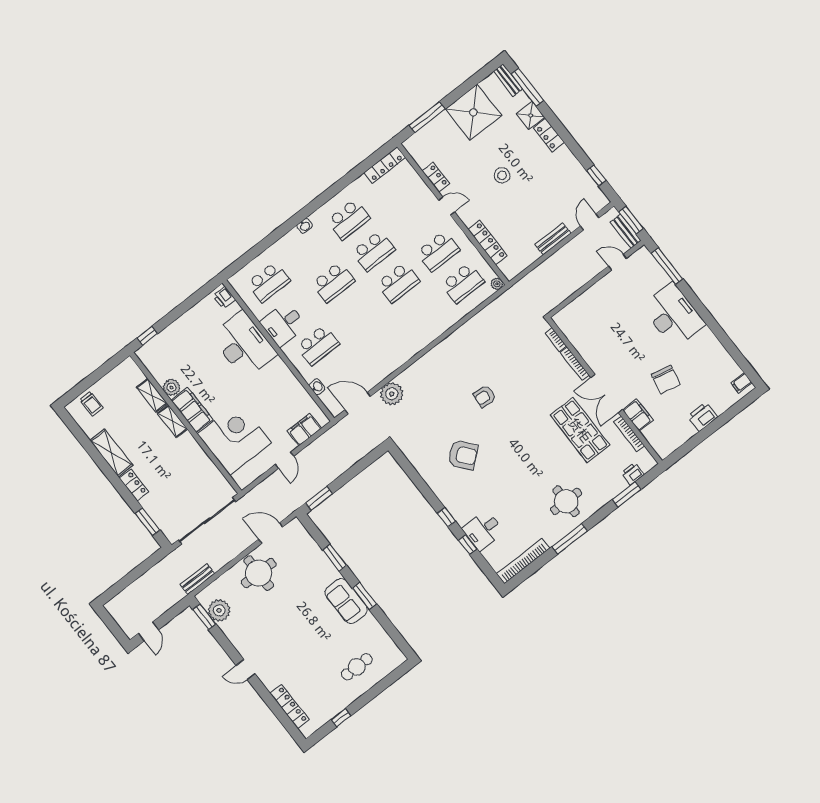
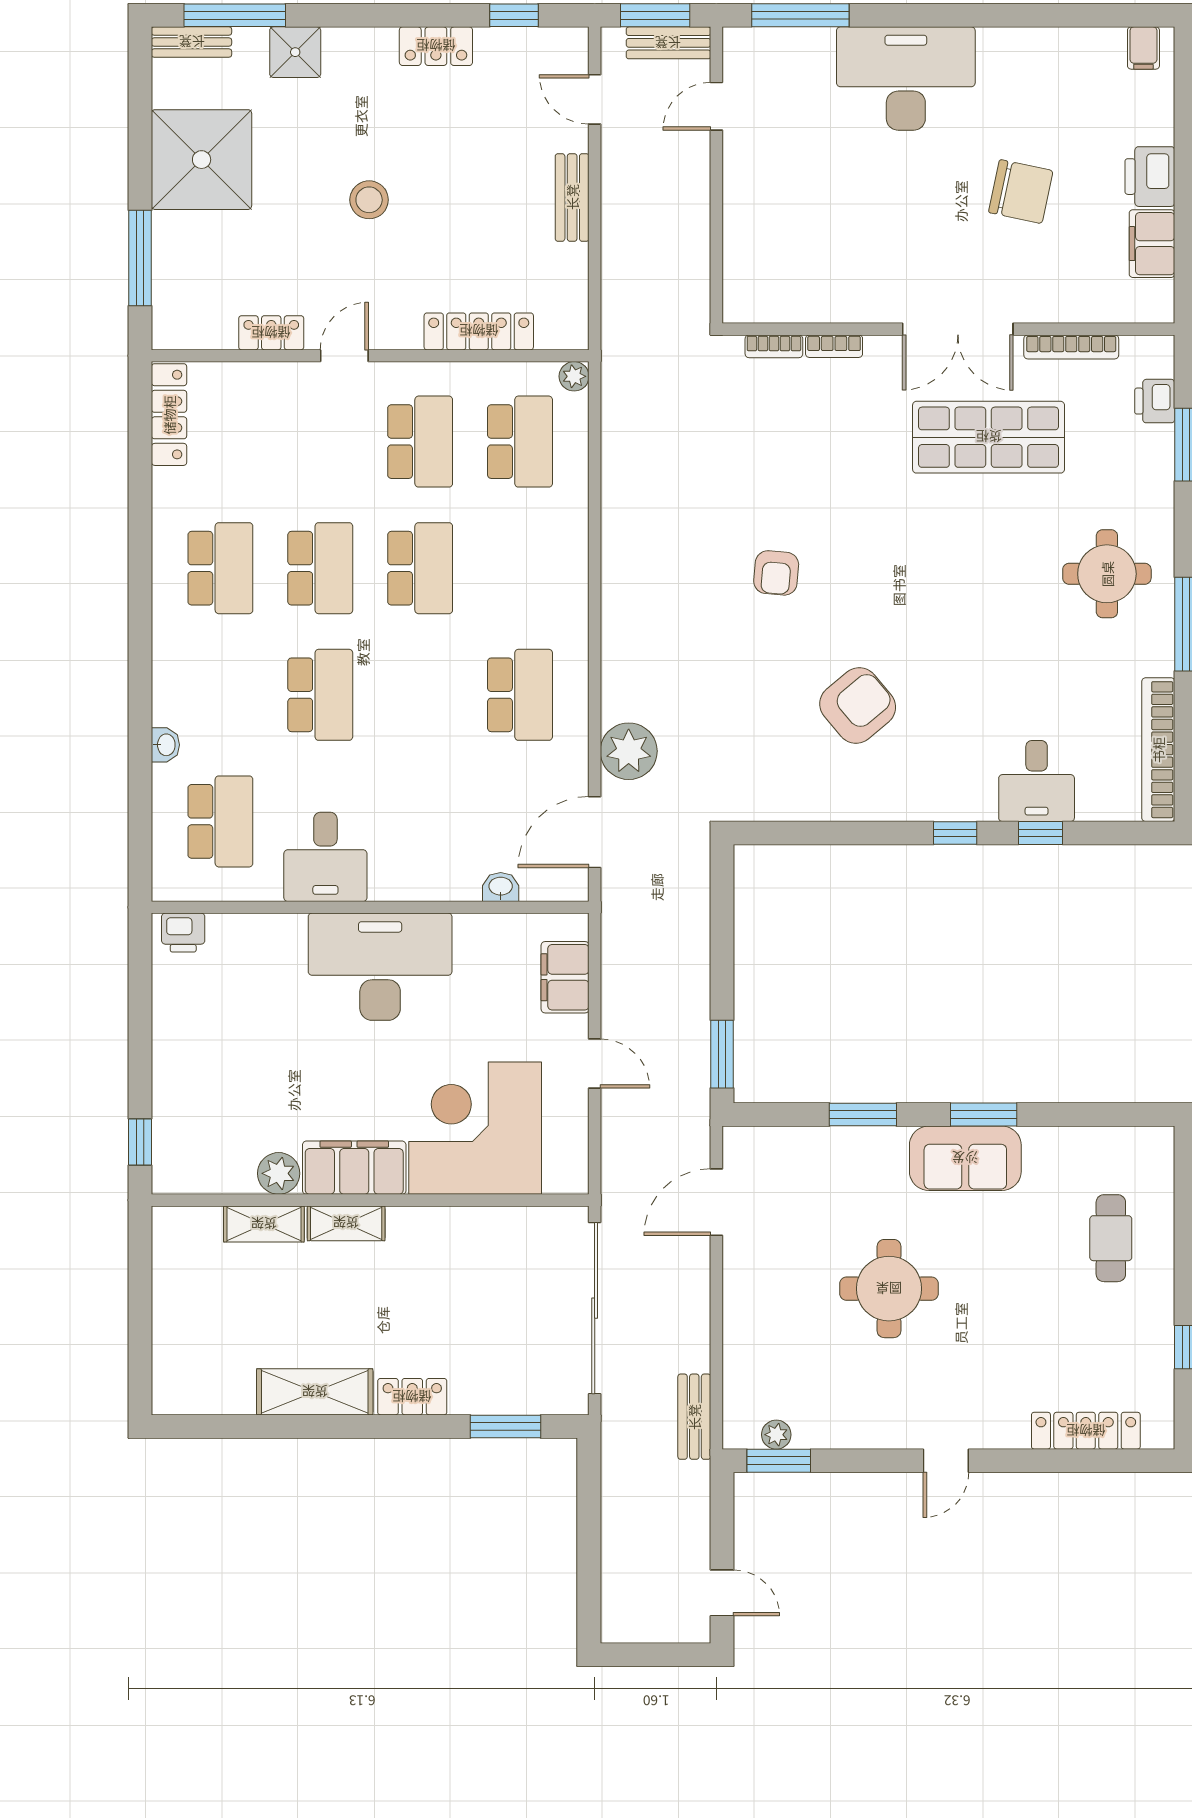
locker: (549, 135) -> (436, 46), moved
washbasin: (305, 226) -> (165, 745), moved
desk: (244, 345) -> (380, 967), moved
school desk: (318, 345) -> (520, 695), moved
bookcase: (575, 364) -> (834, 346), width x0.64
trolley: (91, 404) -> (188, 1355), removed
filing cabinet: (638, 415) -> (1152, 244), moved, turned -90
round table: (259, 573) -> (889, 1289), moved
plant: (219, 610) -> (776, 1435), width x0.53, depth x0.53

